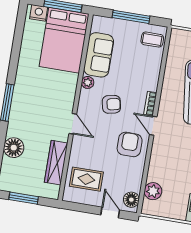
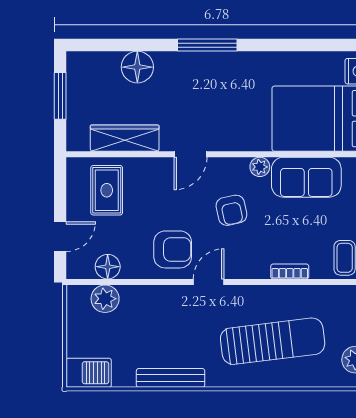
bookcase: (150, 103) -> (290, 271), moved
floor lamp: (131, 200) -> (108, 267), moved

